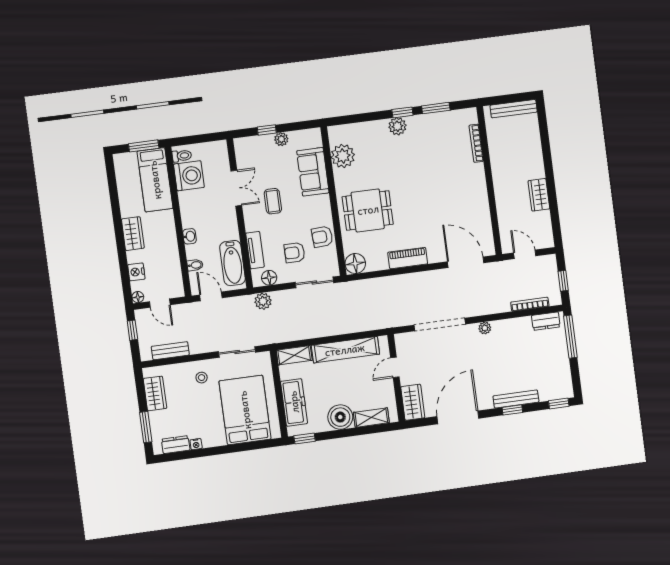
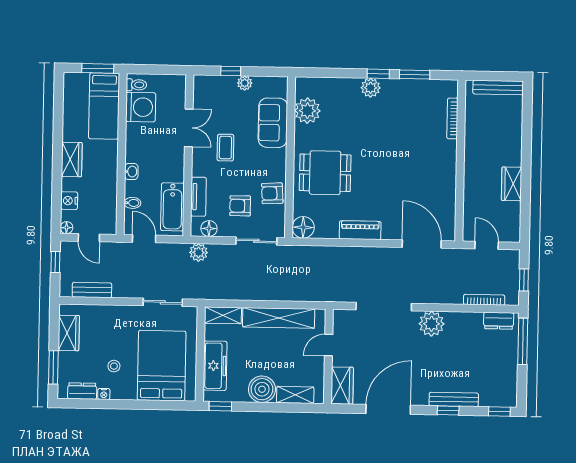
plant: (485, 328) -> (432, 324), width x1.87, depth x1.87
stool: (202, 378) -> (114, 366), moved

